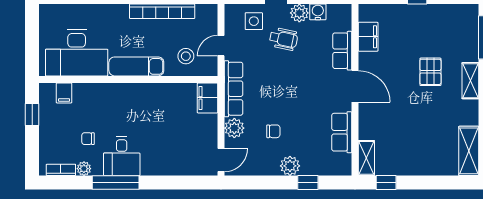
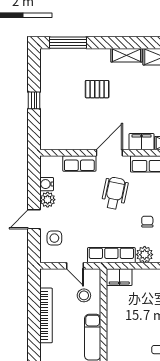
filing cabinet: (368, 37) -> (142, 142), moved
wheelchair: (283, 39) -> (115, 193), moved, width x1.36, depth x1.37
shelving: (470, 81) -> (126, 55), moved

